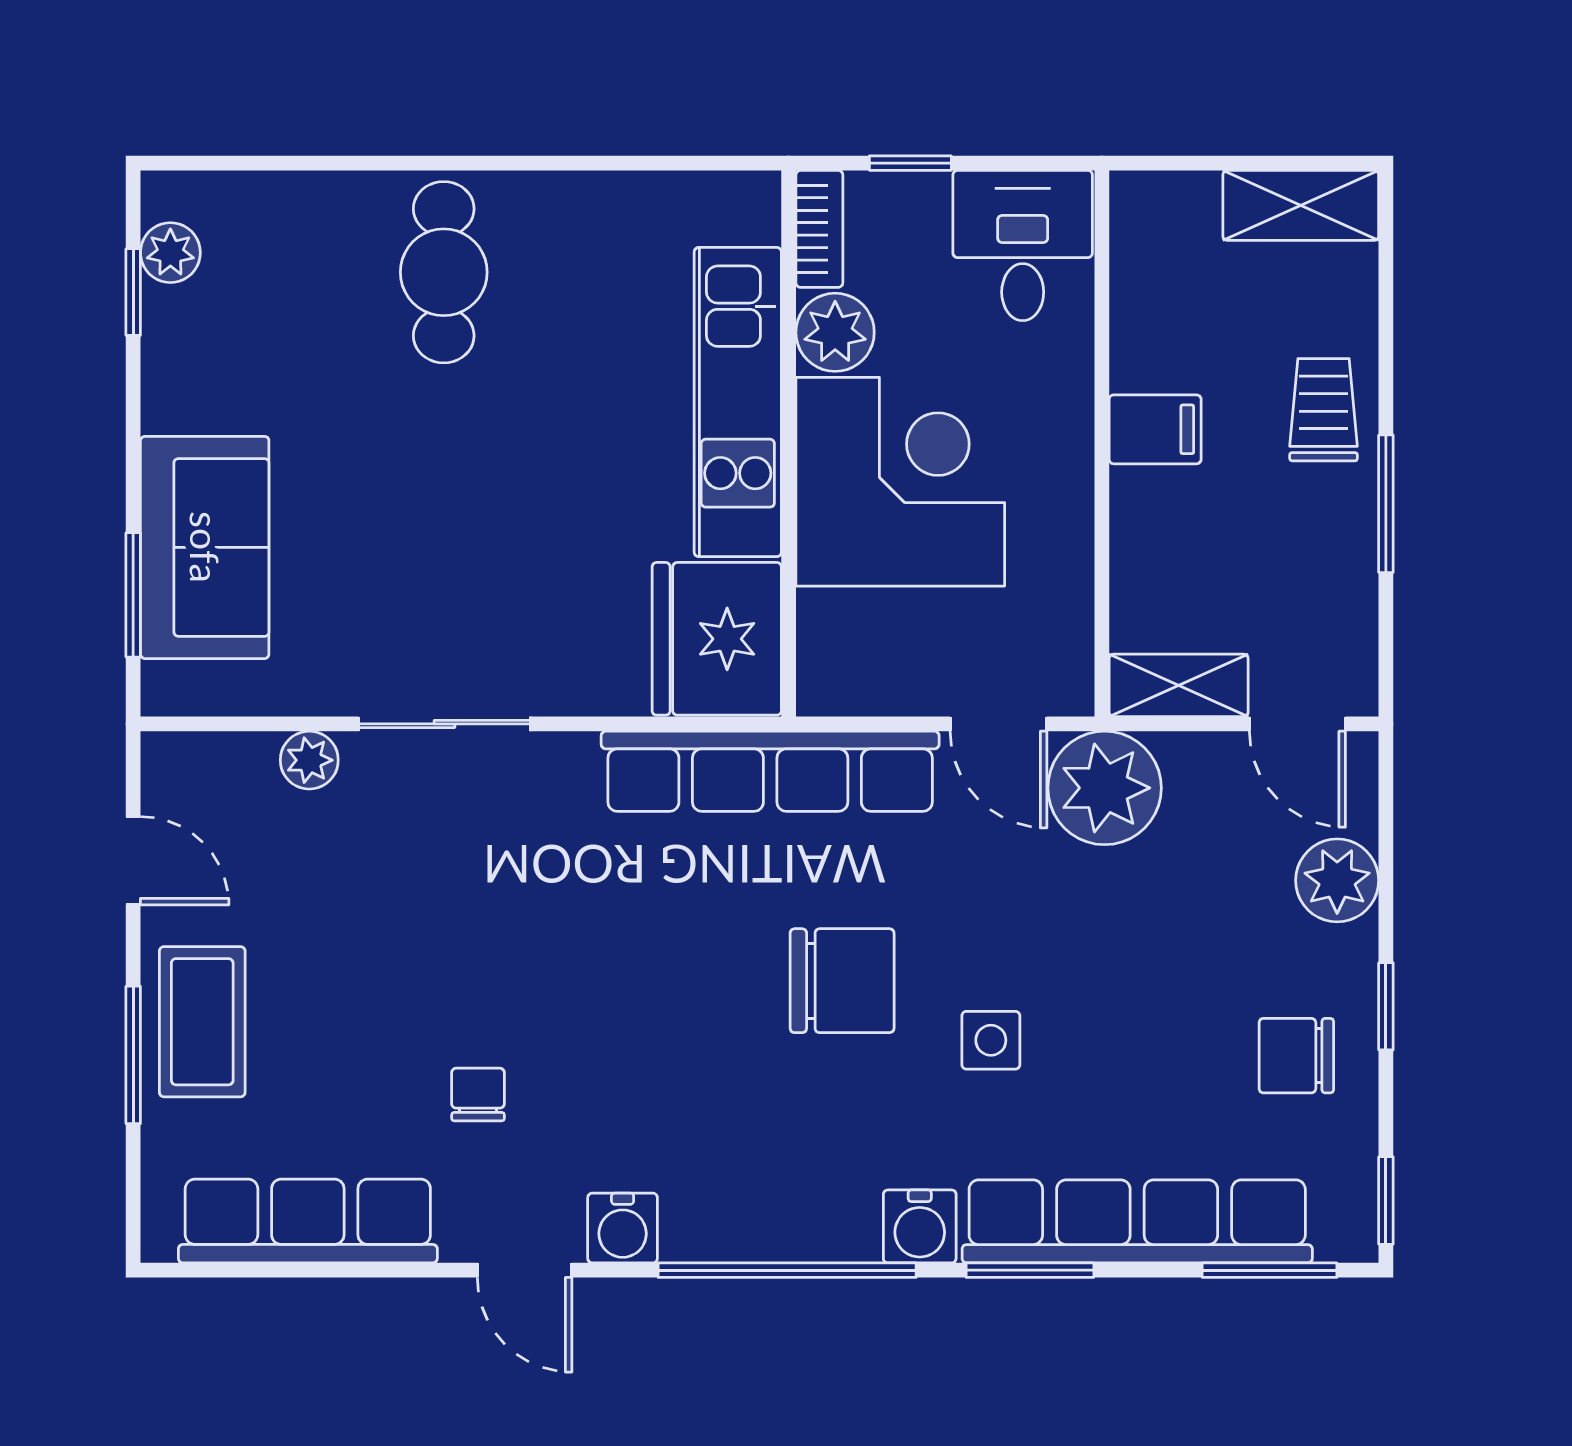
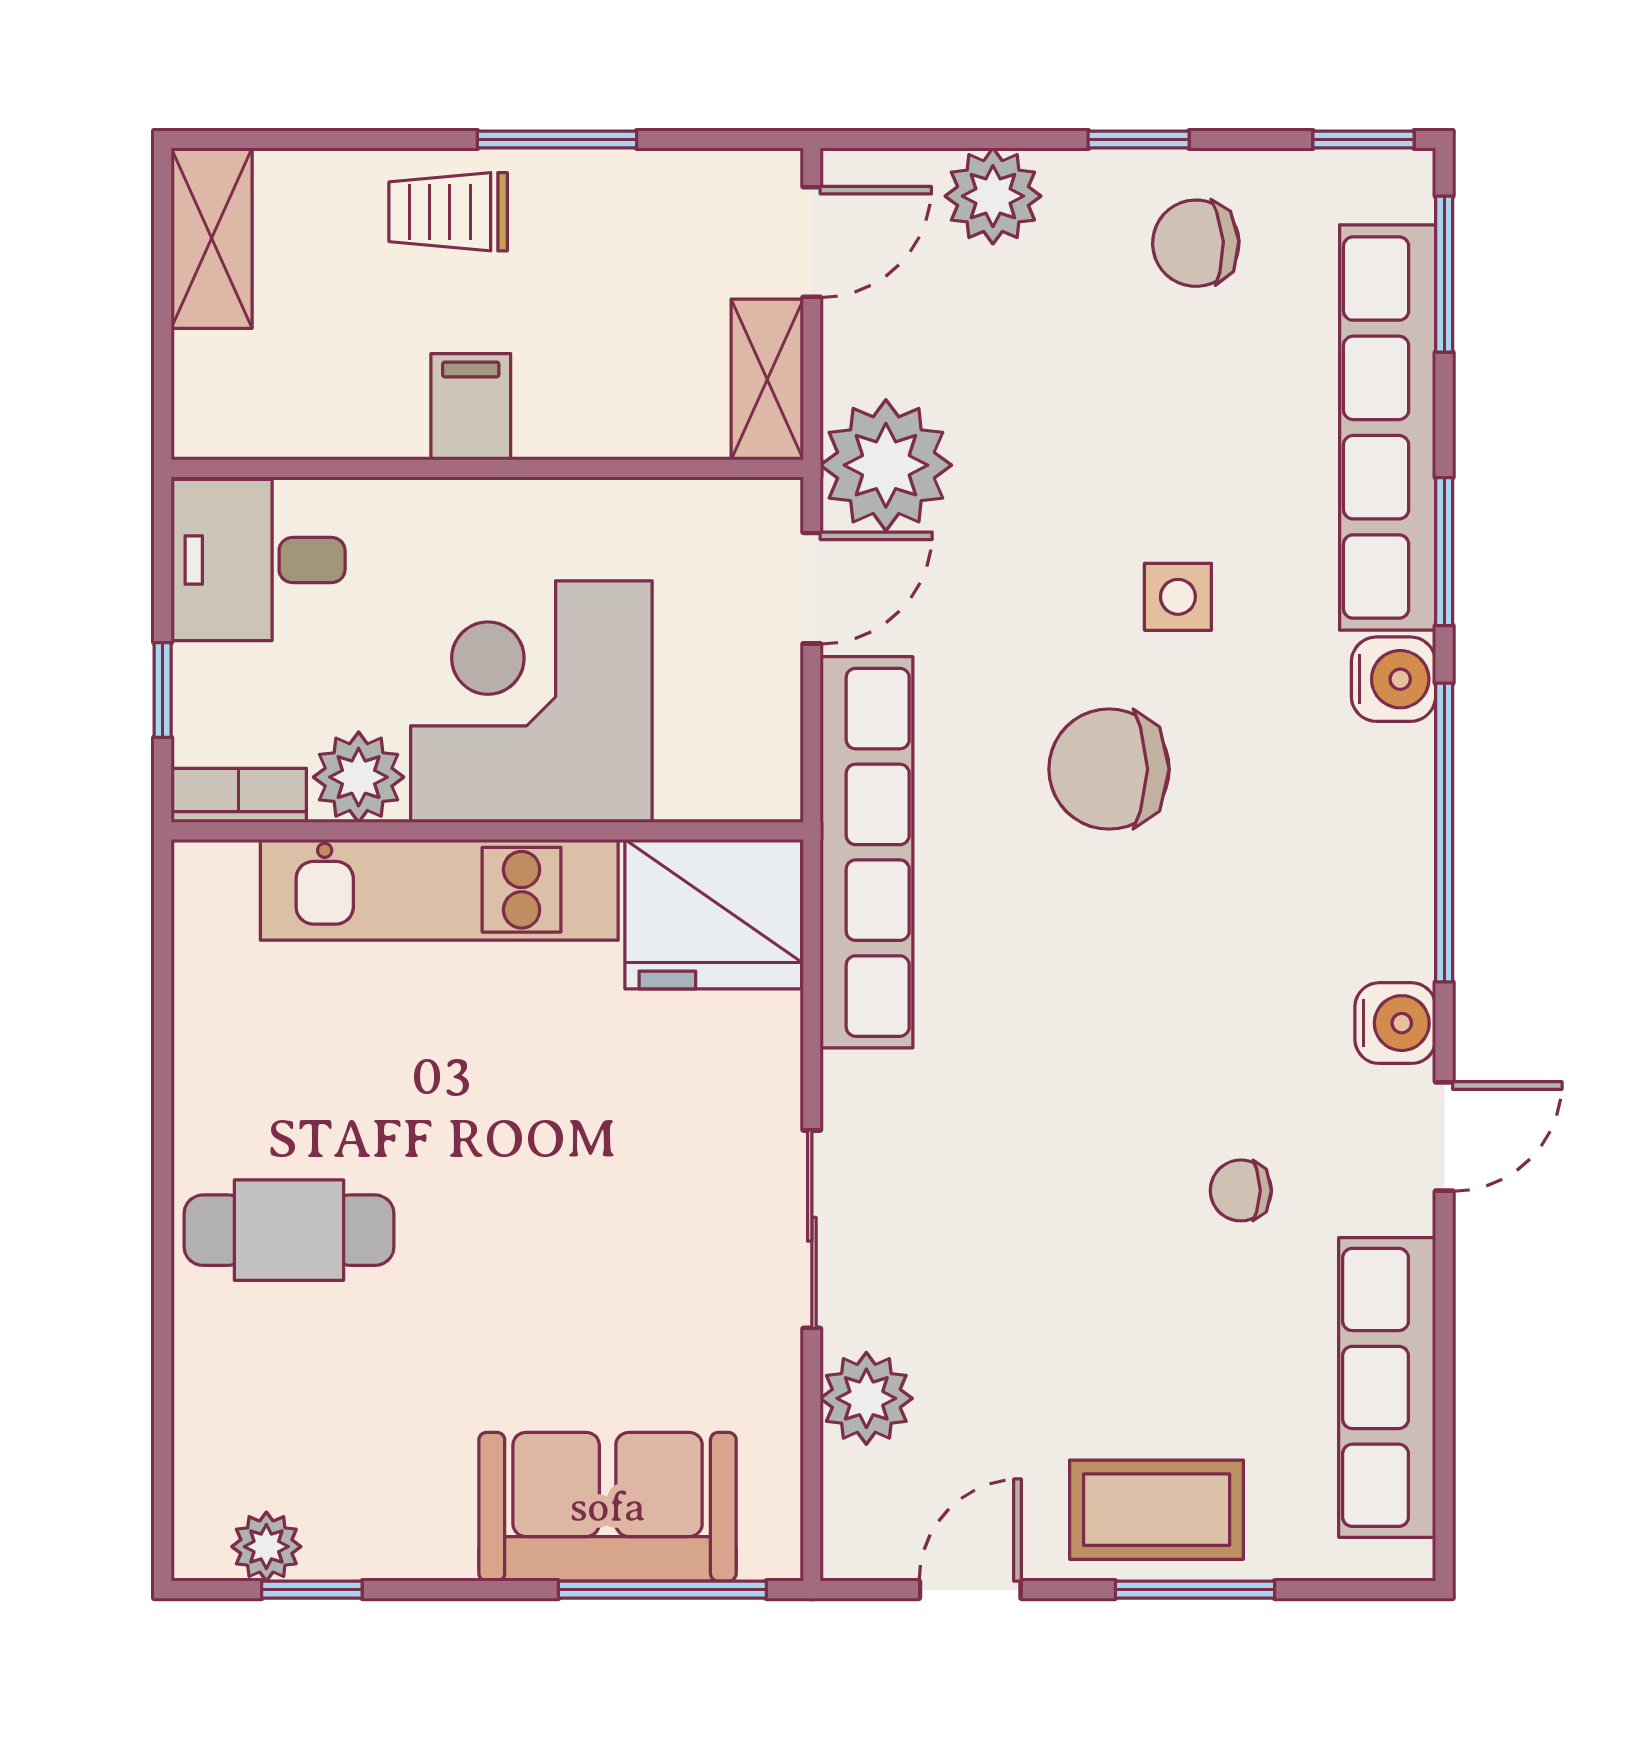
window: (133, 595) -> (662, 1590), width x1.44
plant: (309, 760) -> (866, 1398), width x1.38, depth x1.38
chair: (842, 981) -> (1109, 769), turned -90
chair: (1296, 1056) -> (1196, 243), turned 87

